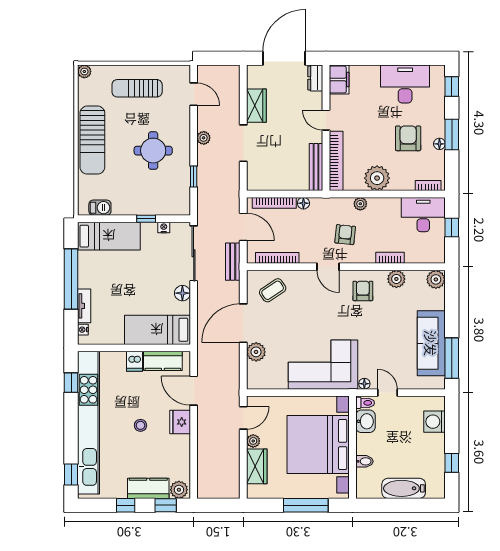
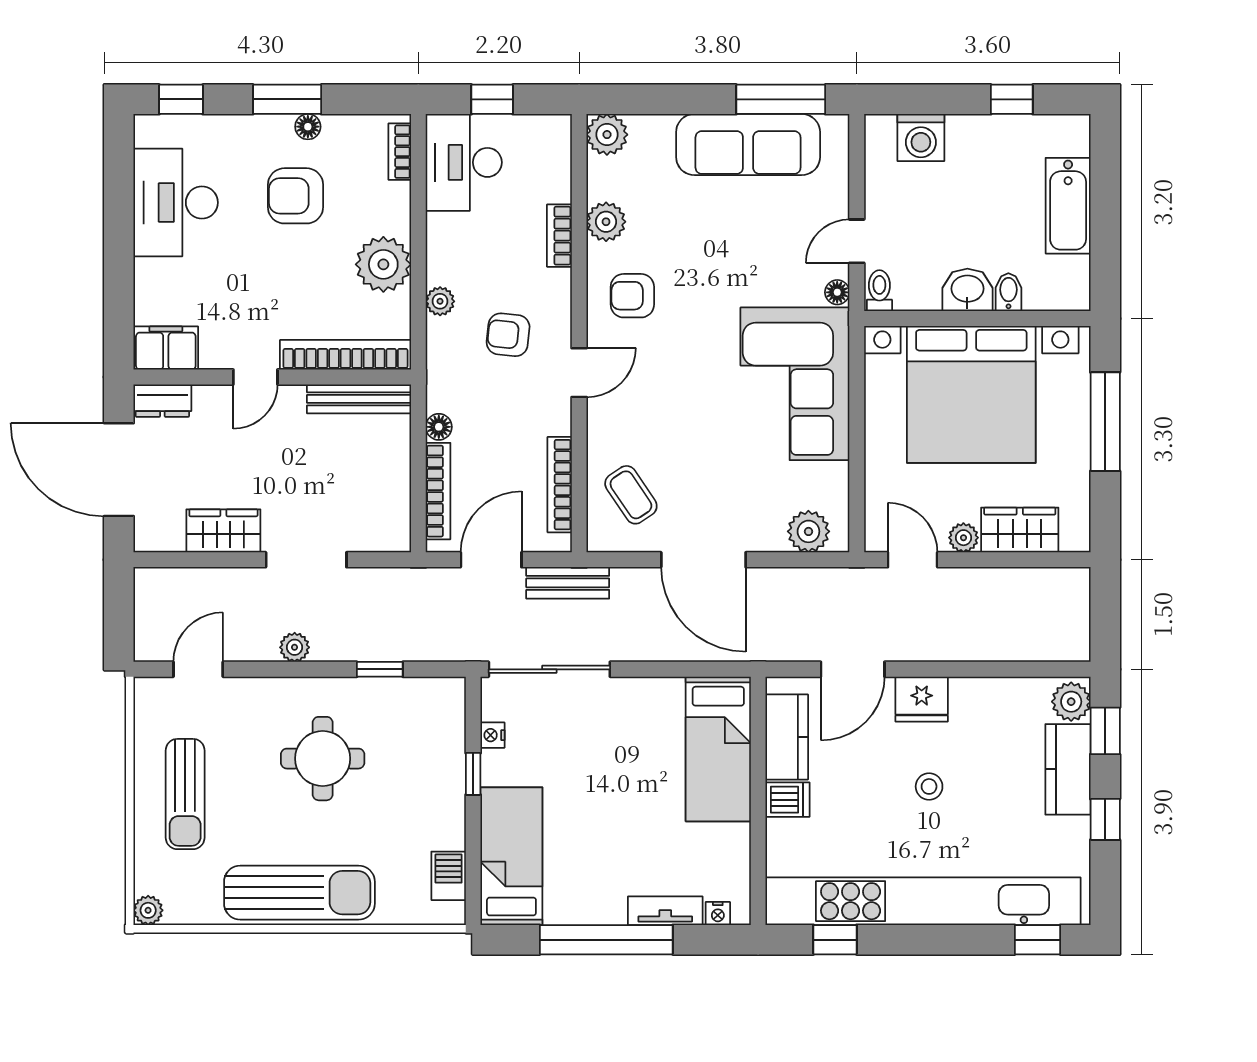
floor lamp: (182, 293) -> (637, 694), removed
plant: (256, 352) -> (808, 531), moved
washbasin: (365, 421) -> (967, 290), moved

